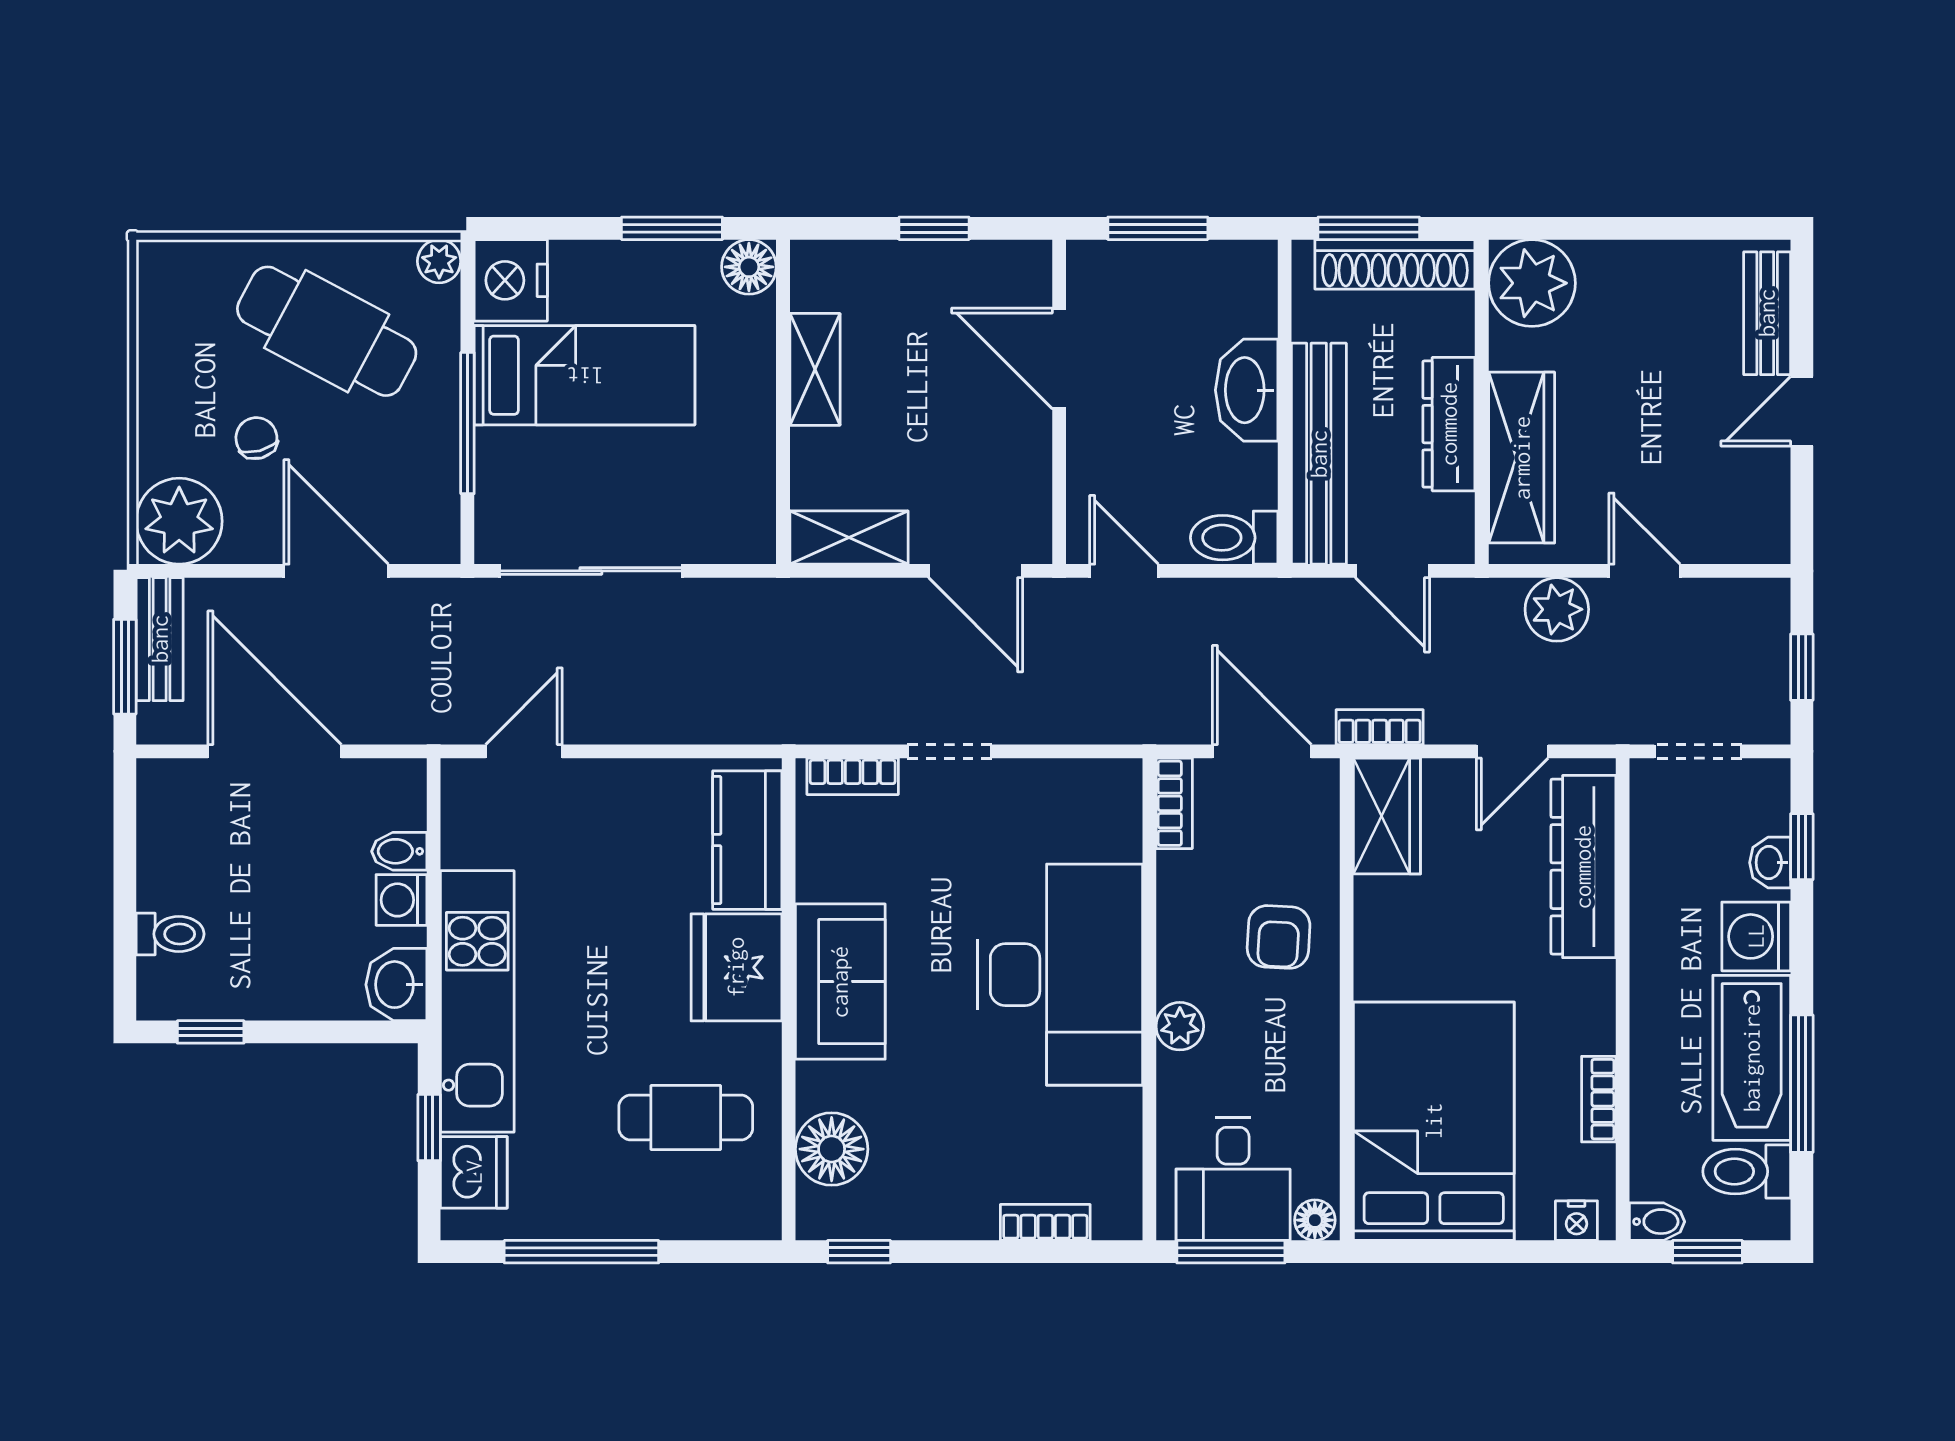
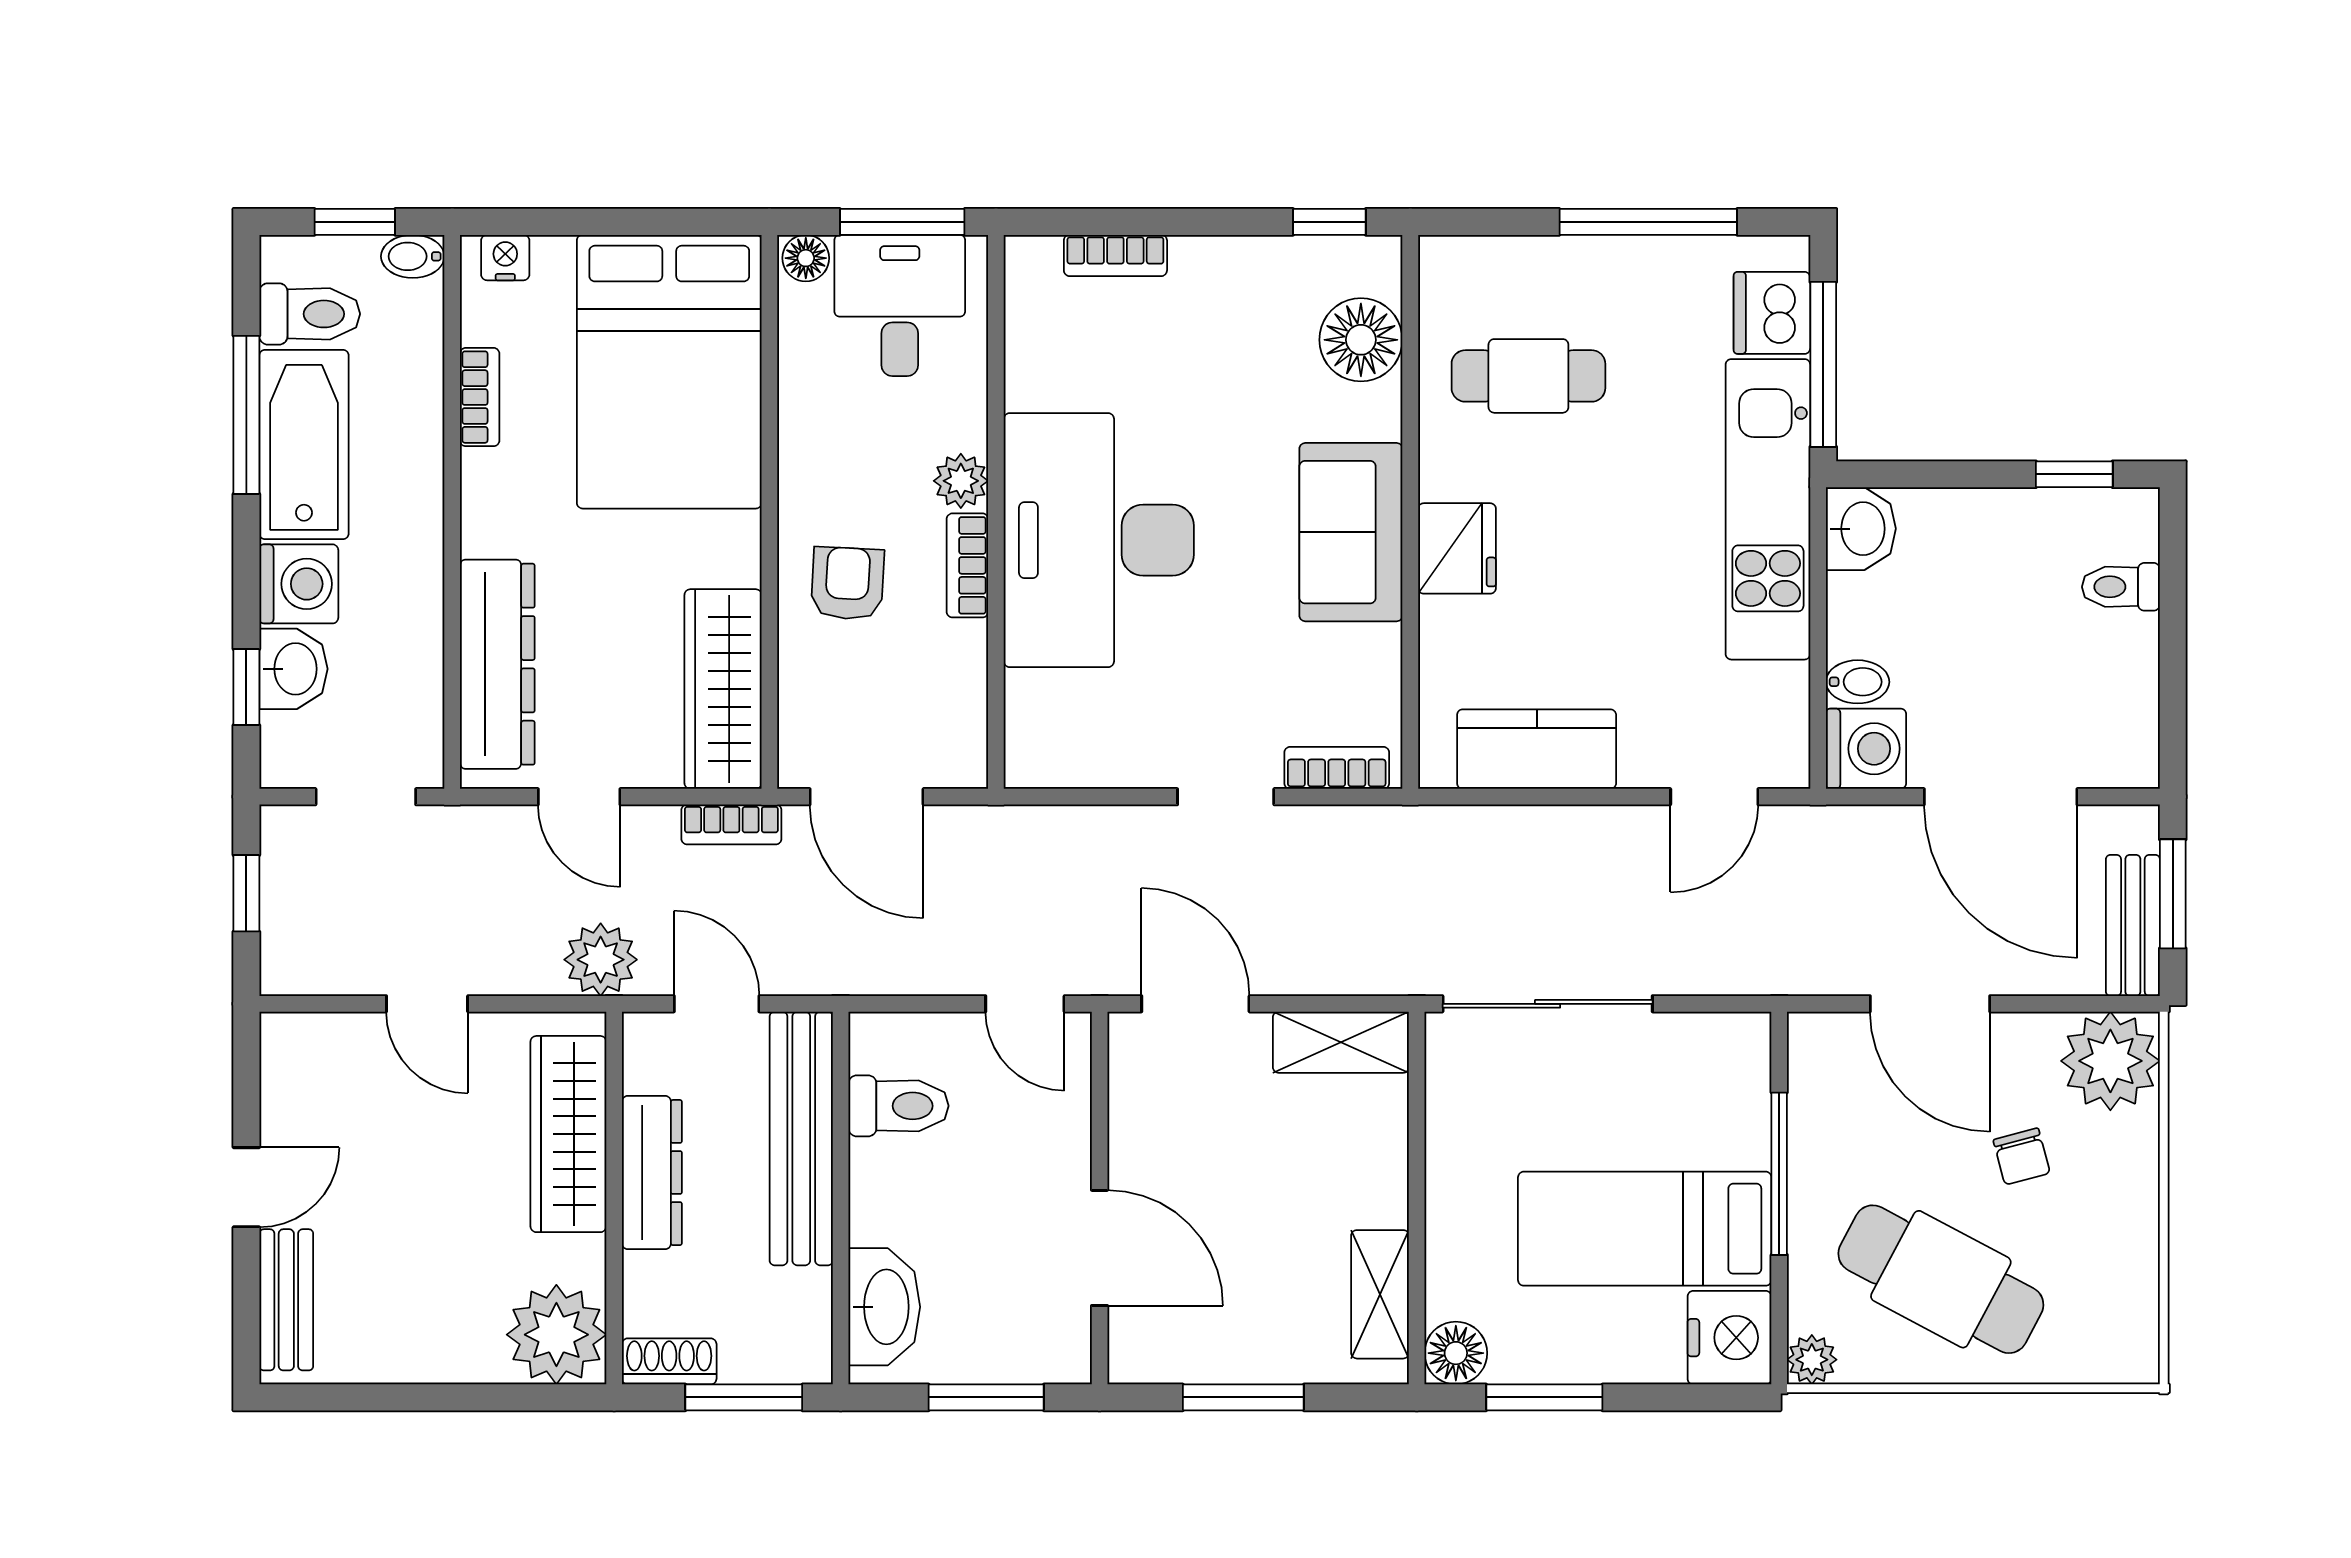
window: (934, 228) -> (1243, 1397), width x1.50
shoe rack: (1395, 264) -> (669, 1361), width x0.51, depth x0.81
shelving: (815, 369) -> (1380, 1294), moved
washbasin: (1247, 390) -> (884, 1307), moved
toilet: (1234, 538) -> (899, 1106), moved
sliding door: (591, 571) -> (1548, 1004), moved
plant: (1557, 609) -> (601, 960), moved
door: (1512, 751) -> (579, 797), swing flipped
bookcase: (1174, 803) -> (967, 565), moved
wardrobe: (1387, 816) -> (723, 689), width x1.50
kitchen counter: (747, 840) -> (1537, 749), moved, turned -90
washbasin: (1770, 863) -> (293, 669), width x1.38, depth x1.45
washing machine: (401, 900) -> (1866, 749), moved, width x1.38, depth x1.38
fridge: (736, 967) -> (1457, 548), width x0.73, depth x0.75
window: (429, 1128) -> (1823, 364), width x2.17

